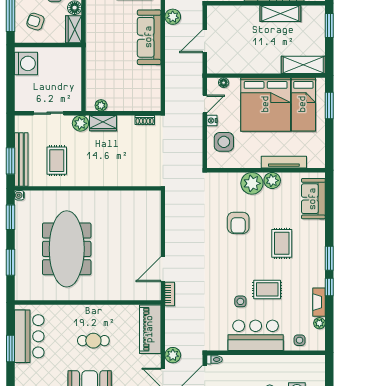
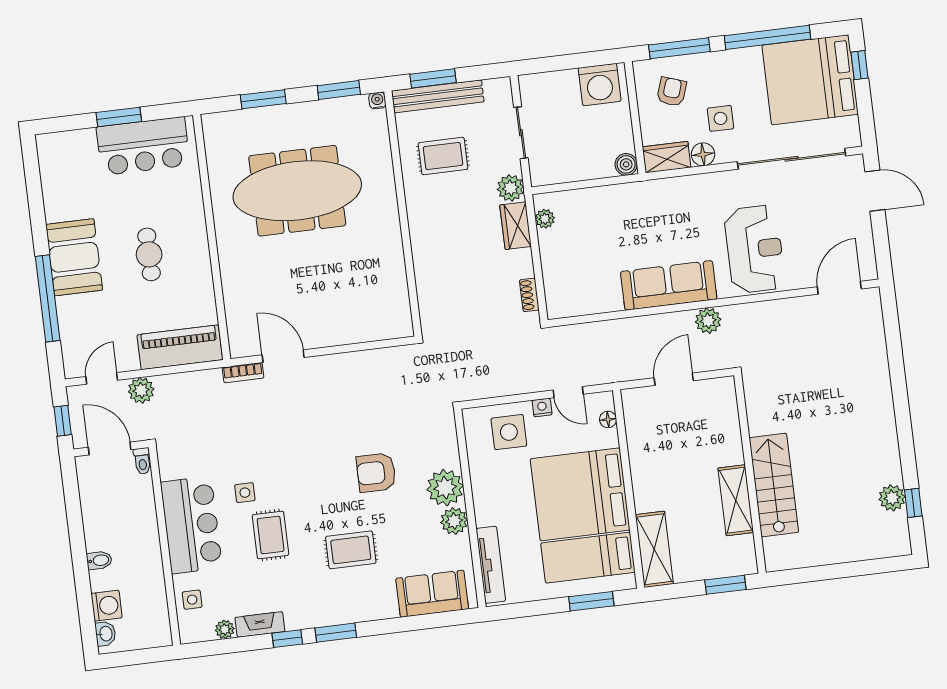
door: (205, 41) -> (674, 379), hinge flipped
boiler: (75, 54) -> (626, 164), added
tv unit: (284, 162) -> (491, 565), moved

